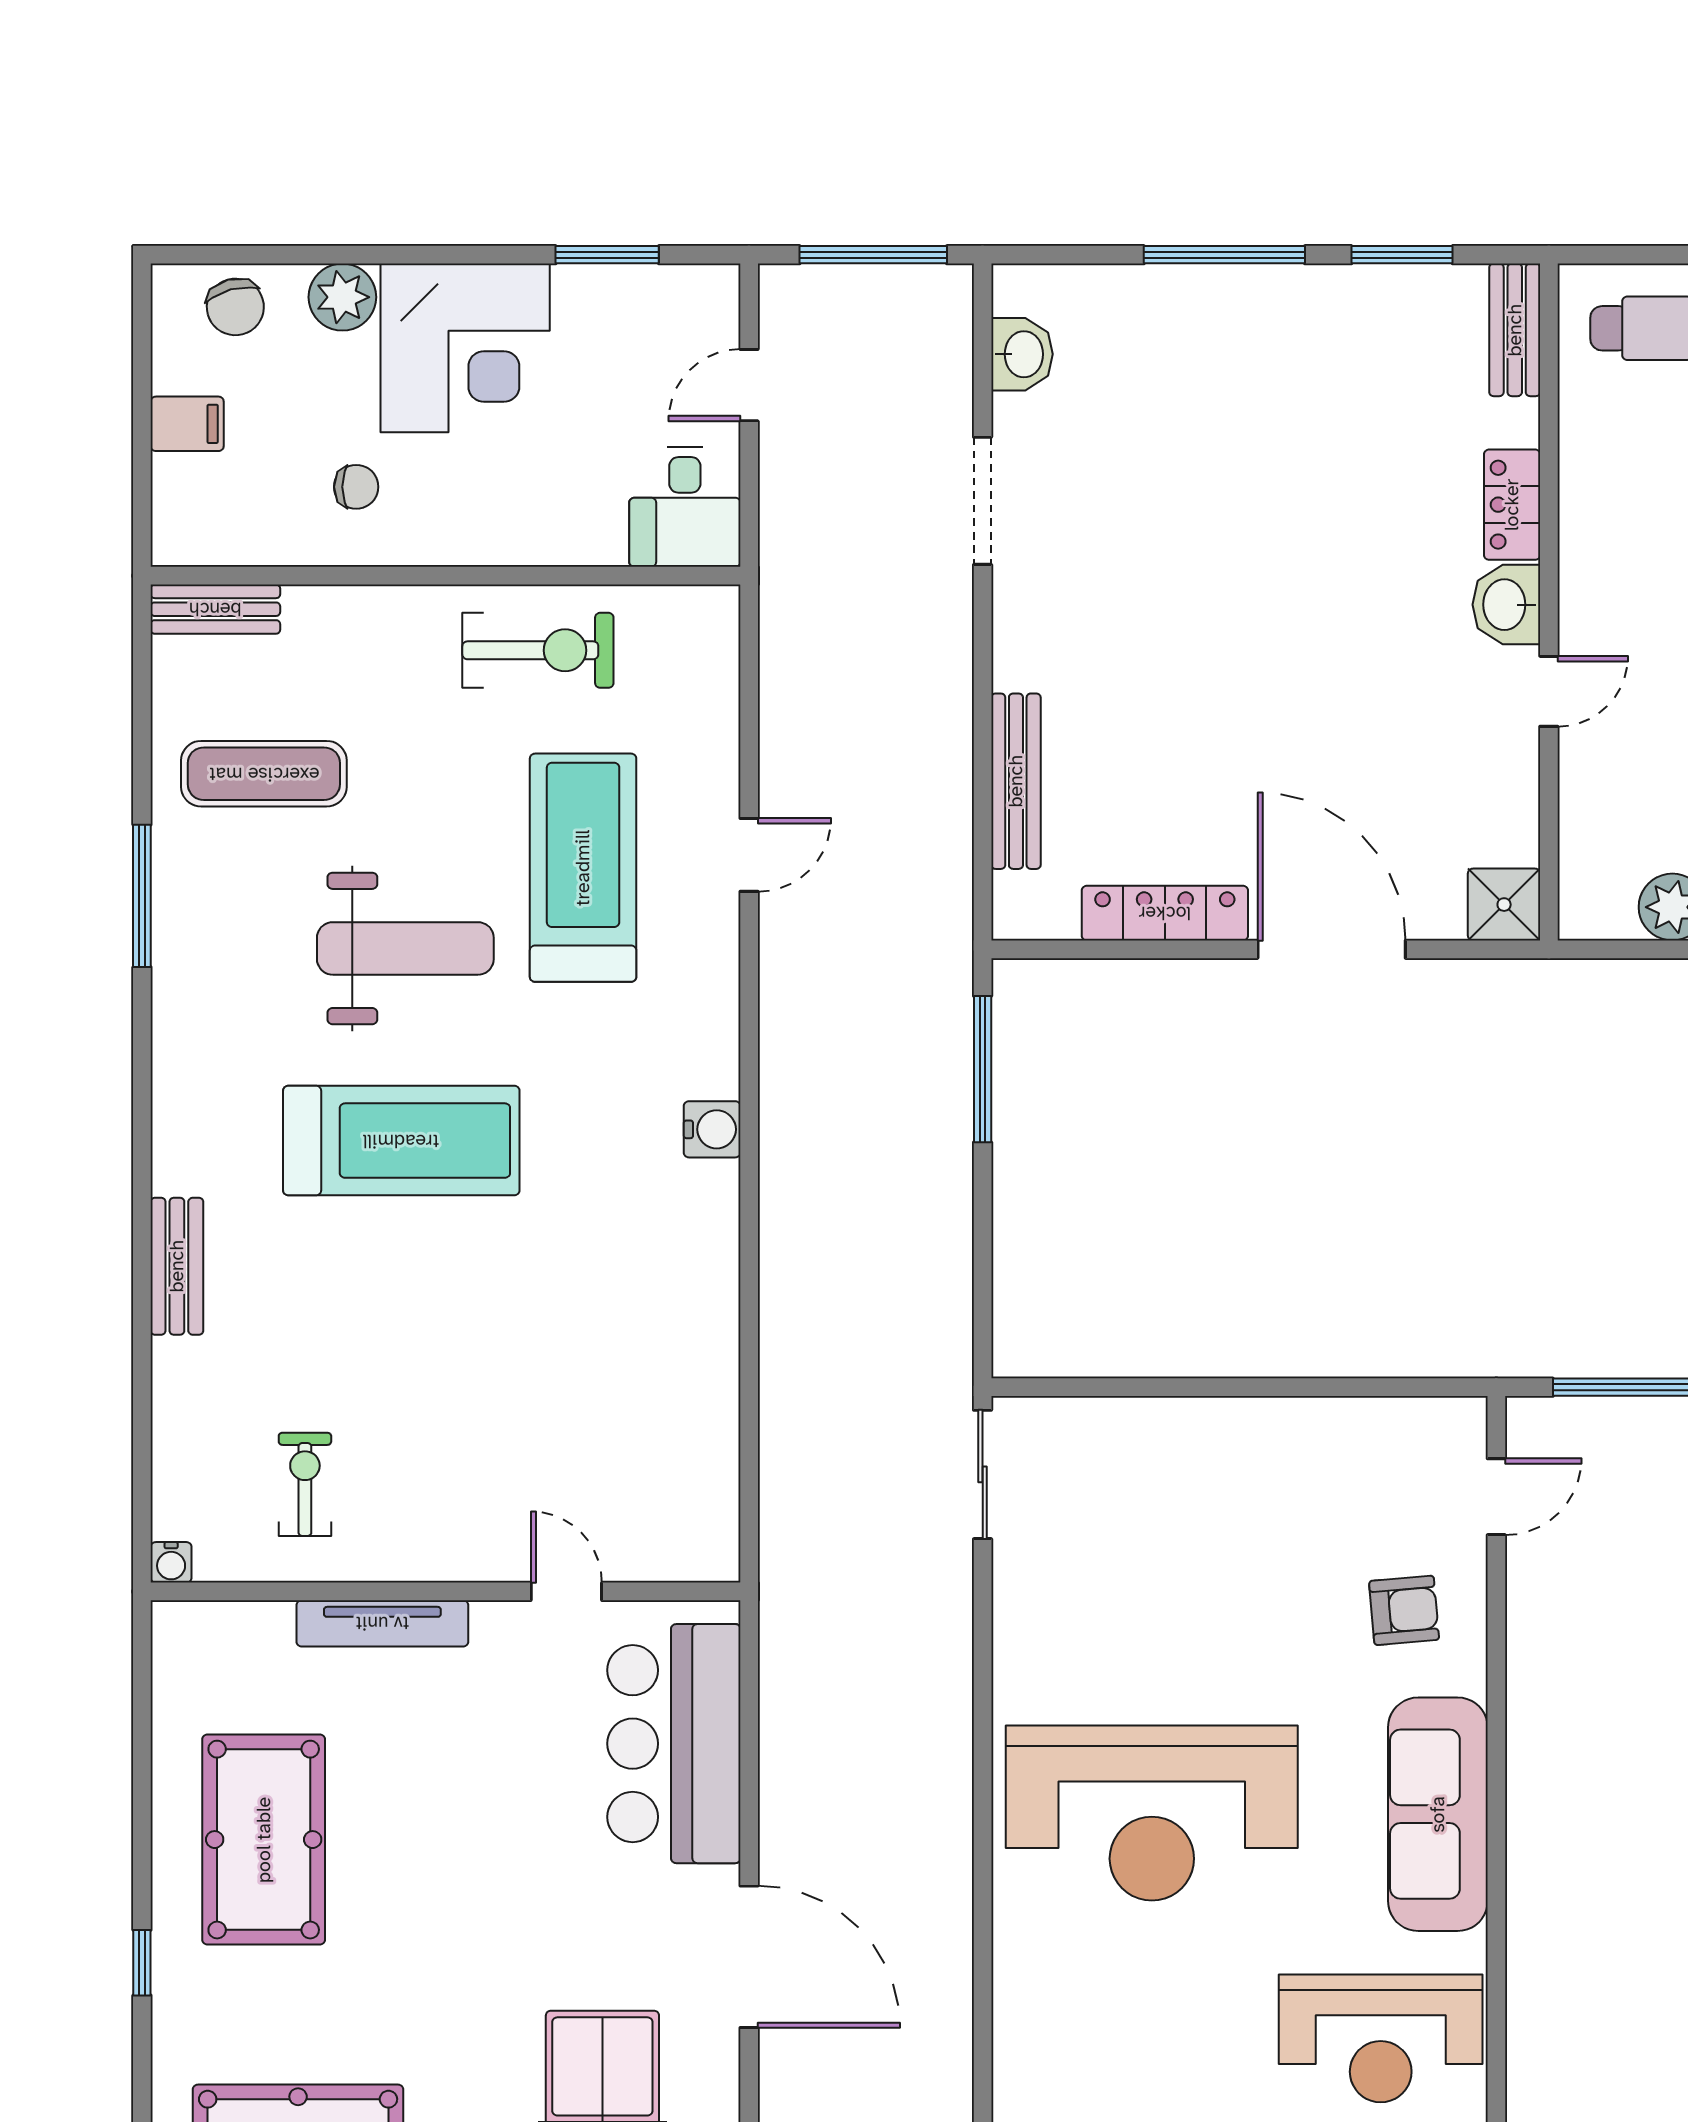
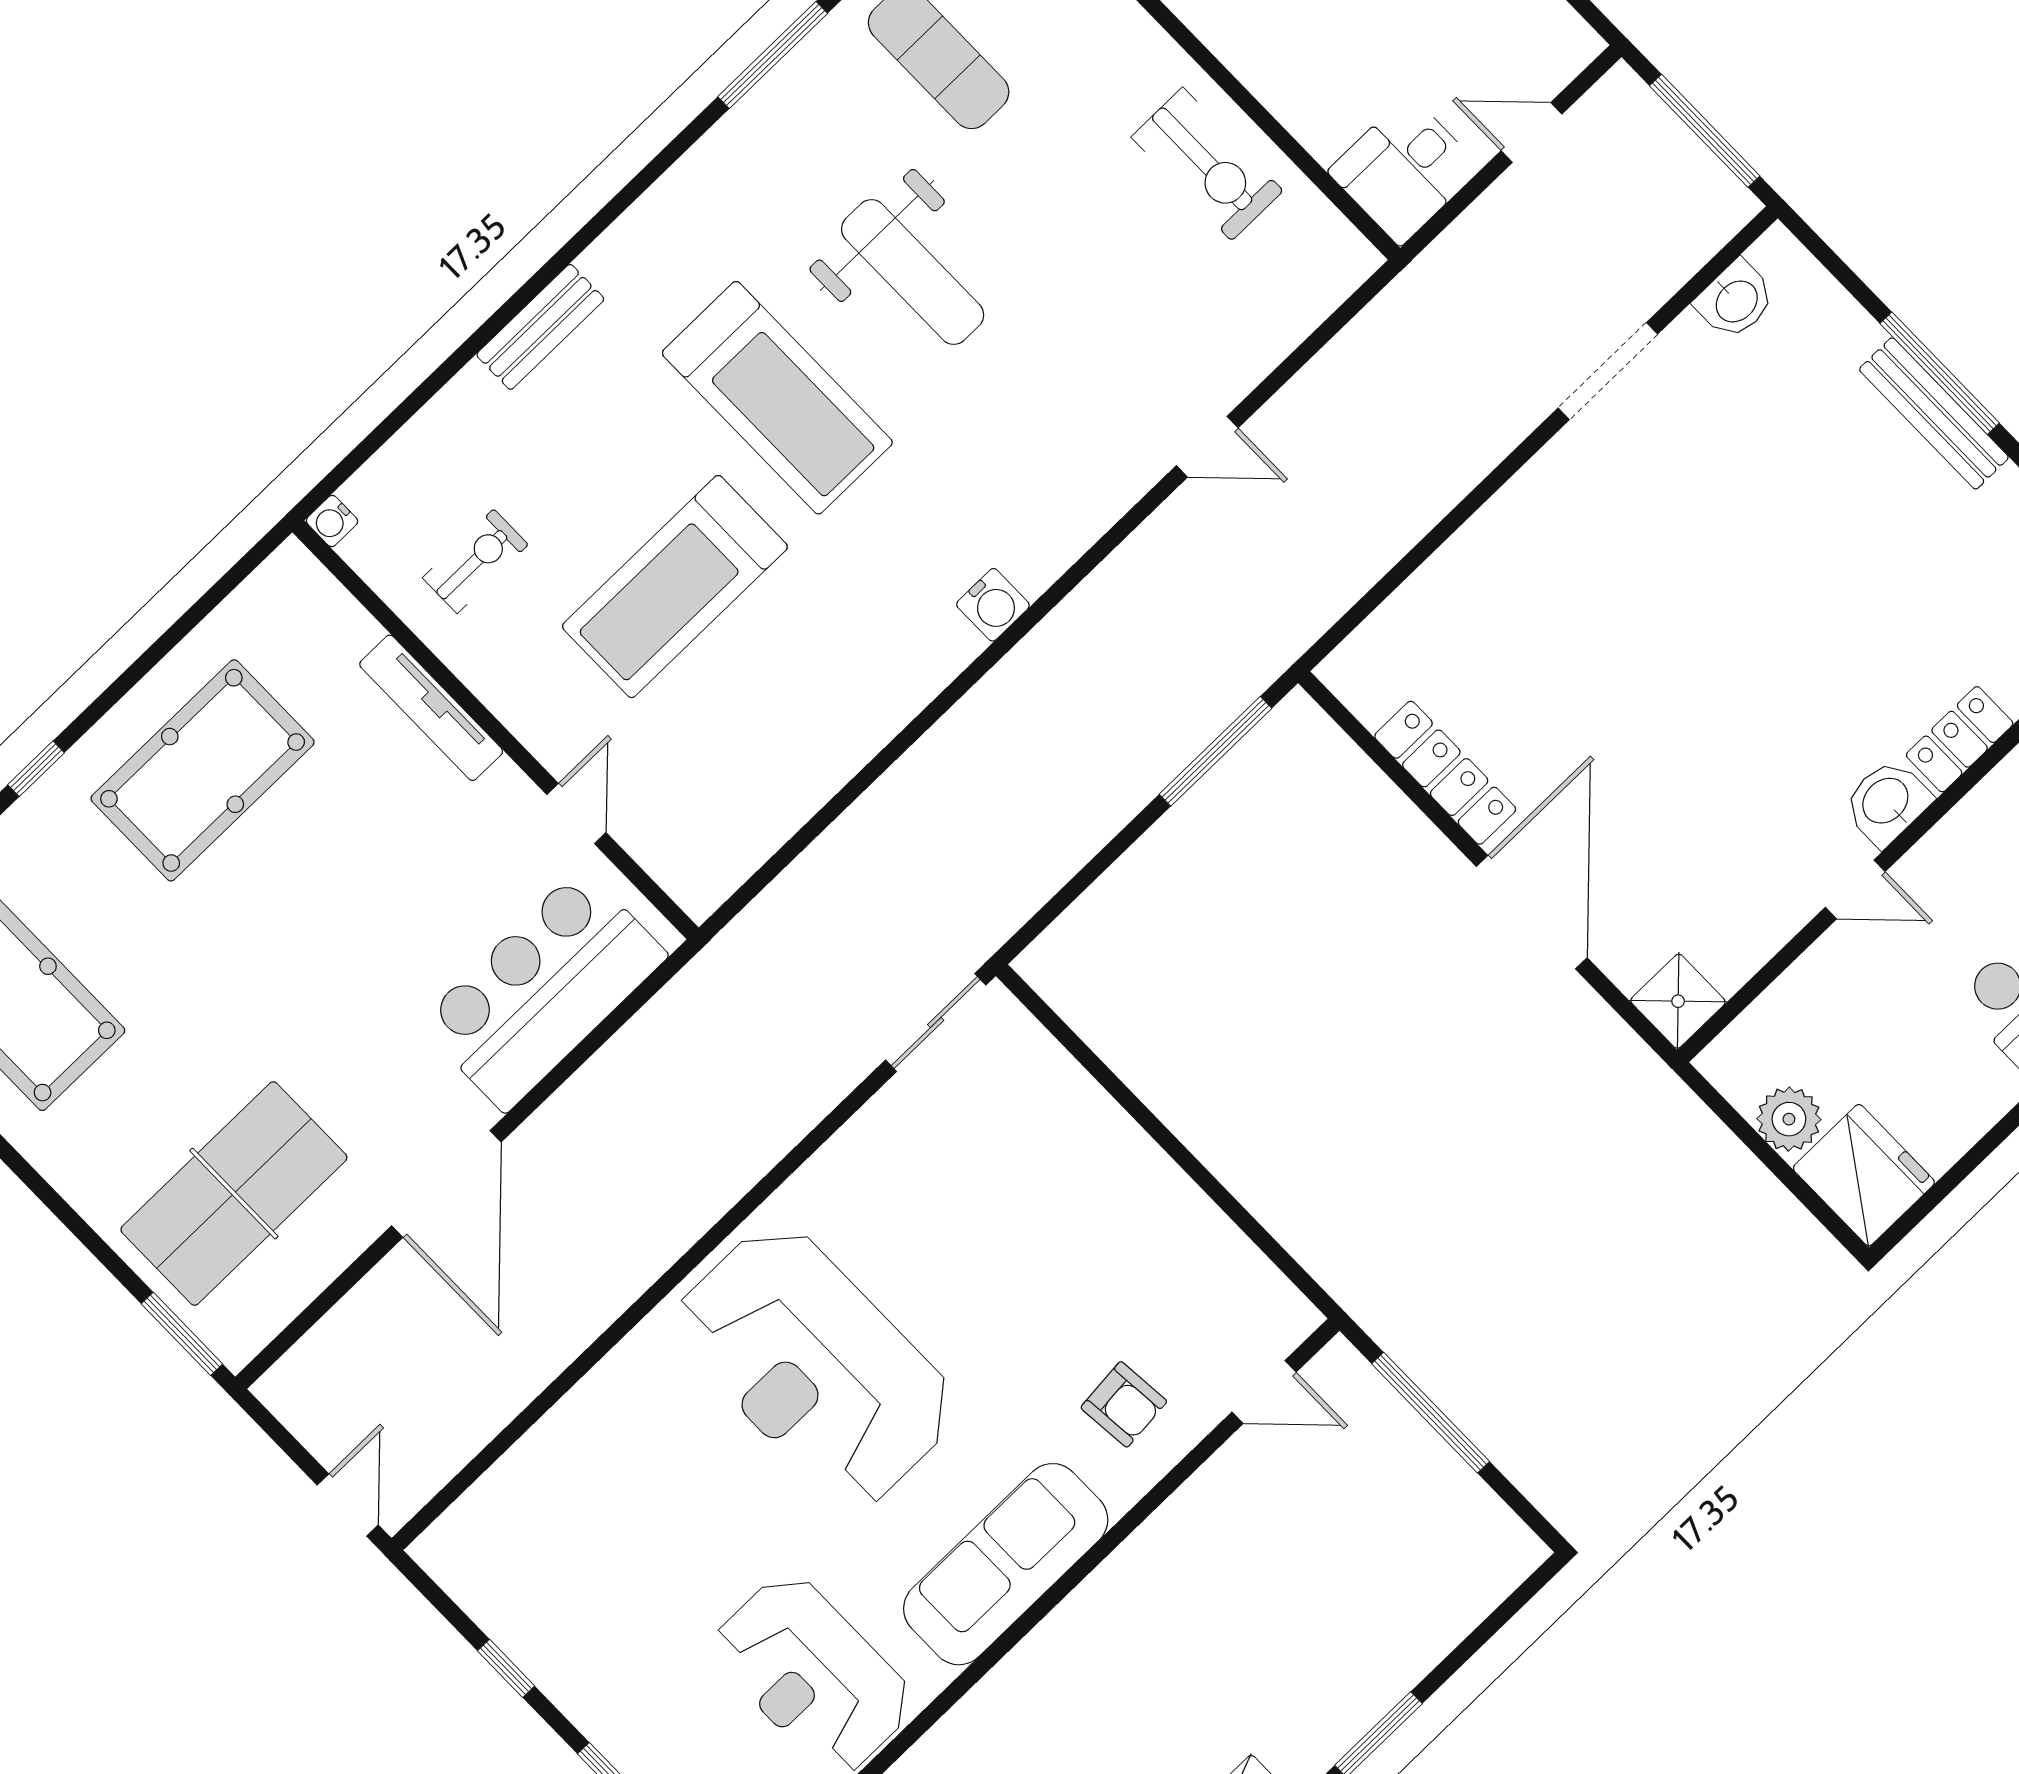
bench: (1016, 781) -> (1934, 413), moved, turned 90
treadmill: (583, 868) -> (675, 587), moved, turned 180

